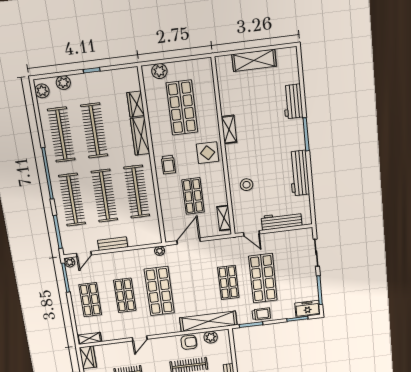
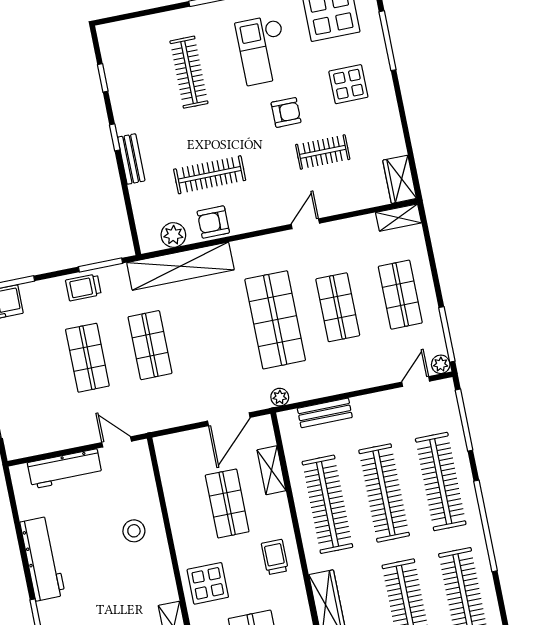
shelving: (224, 218) -> (271, 470), moved
bench: (113, 244) -> (325, 413), moved
shop shelf: (263, 278) -> (87, 358), width x0.70, depth x0.74

